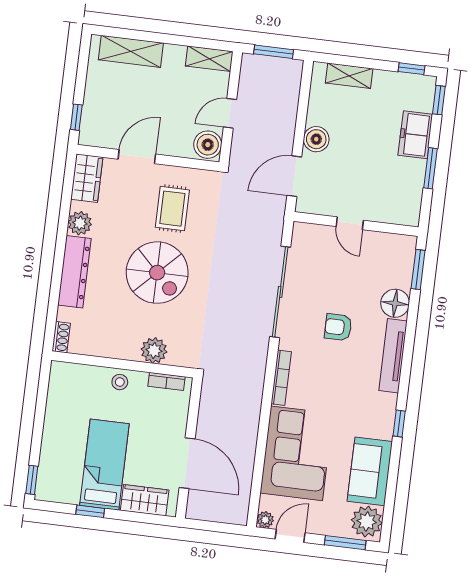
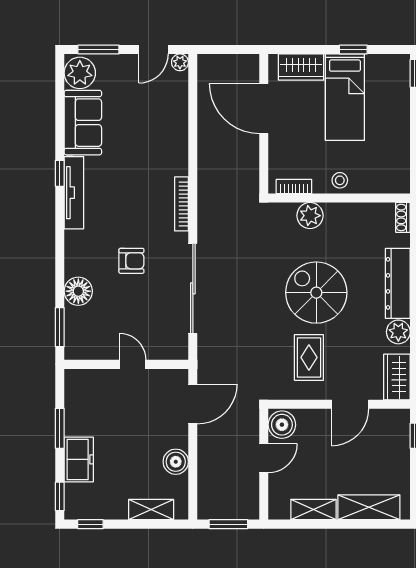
shelving: (209, 59) -> (313, 509), moved
boiler: (316, 139) -> (176, 462), moved
tv unit: (393, 356) -> (74, 193), moved
corner sofa: (296, 453) -> (157, 132), removed

